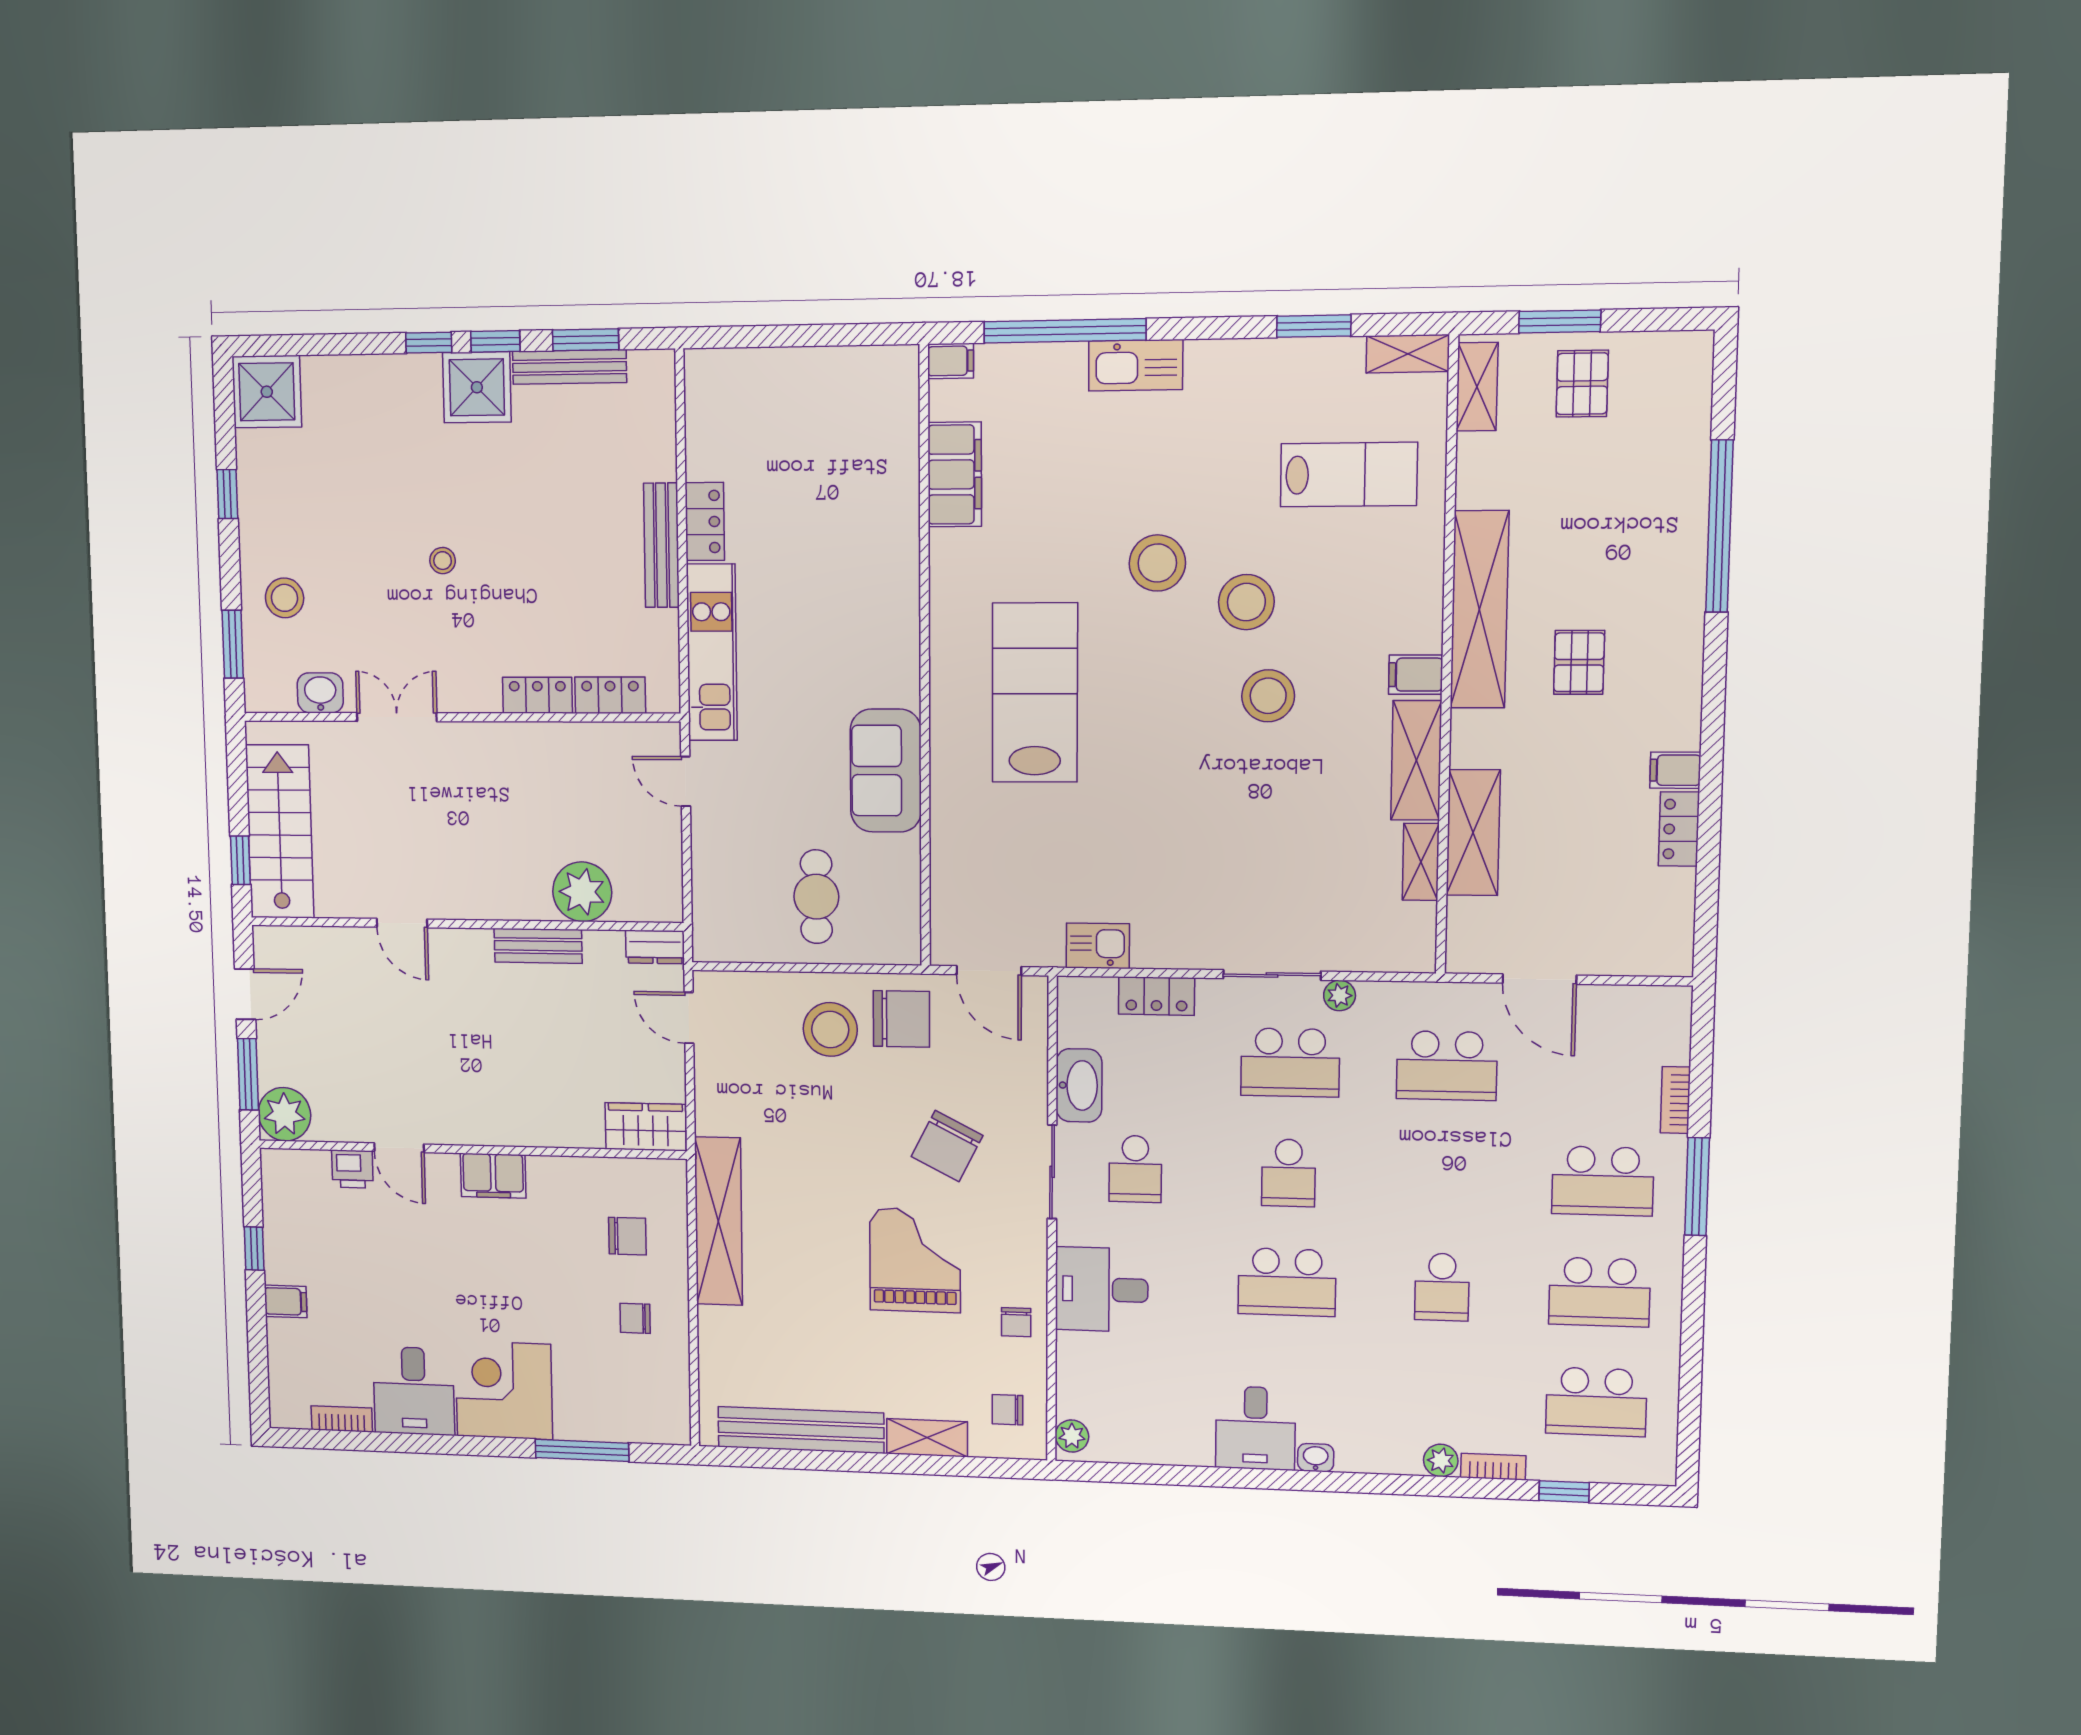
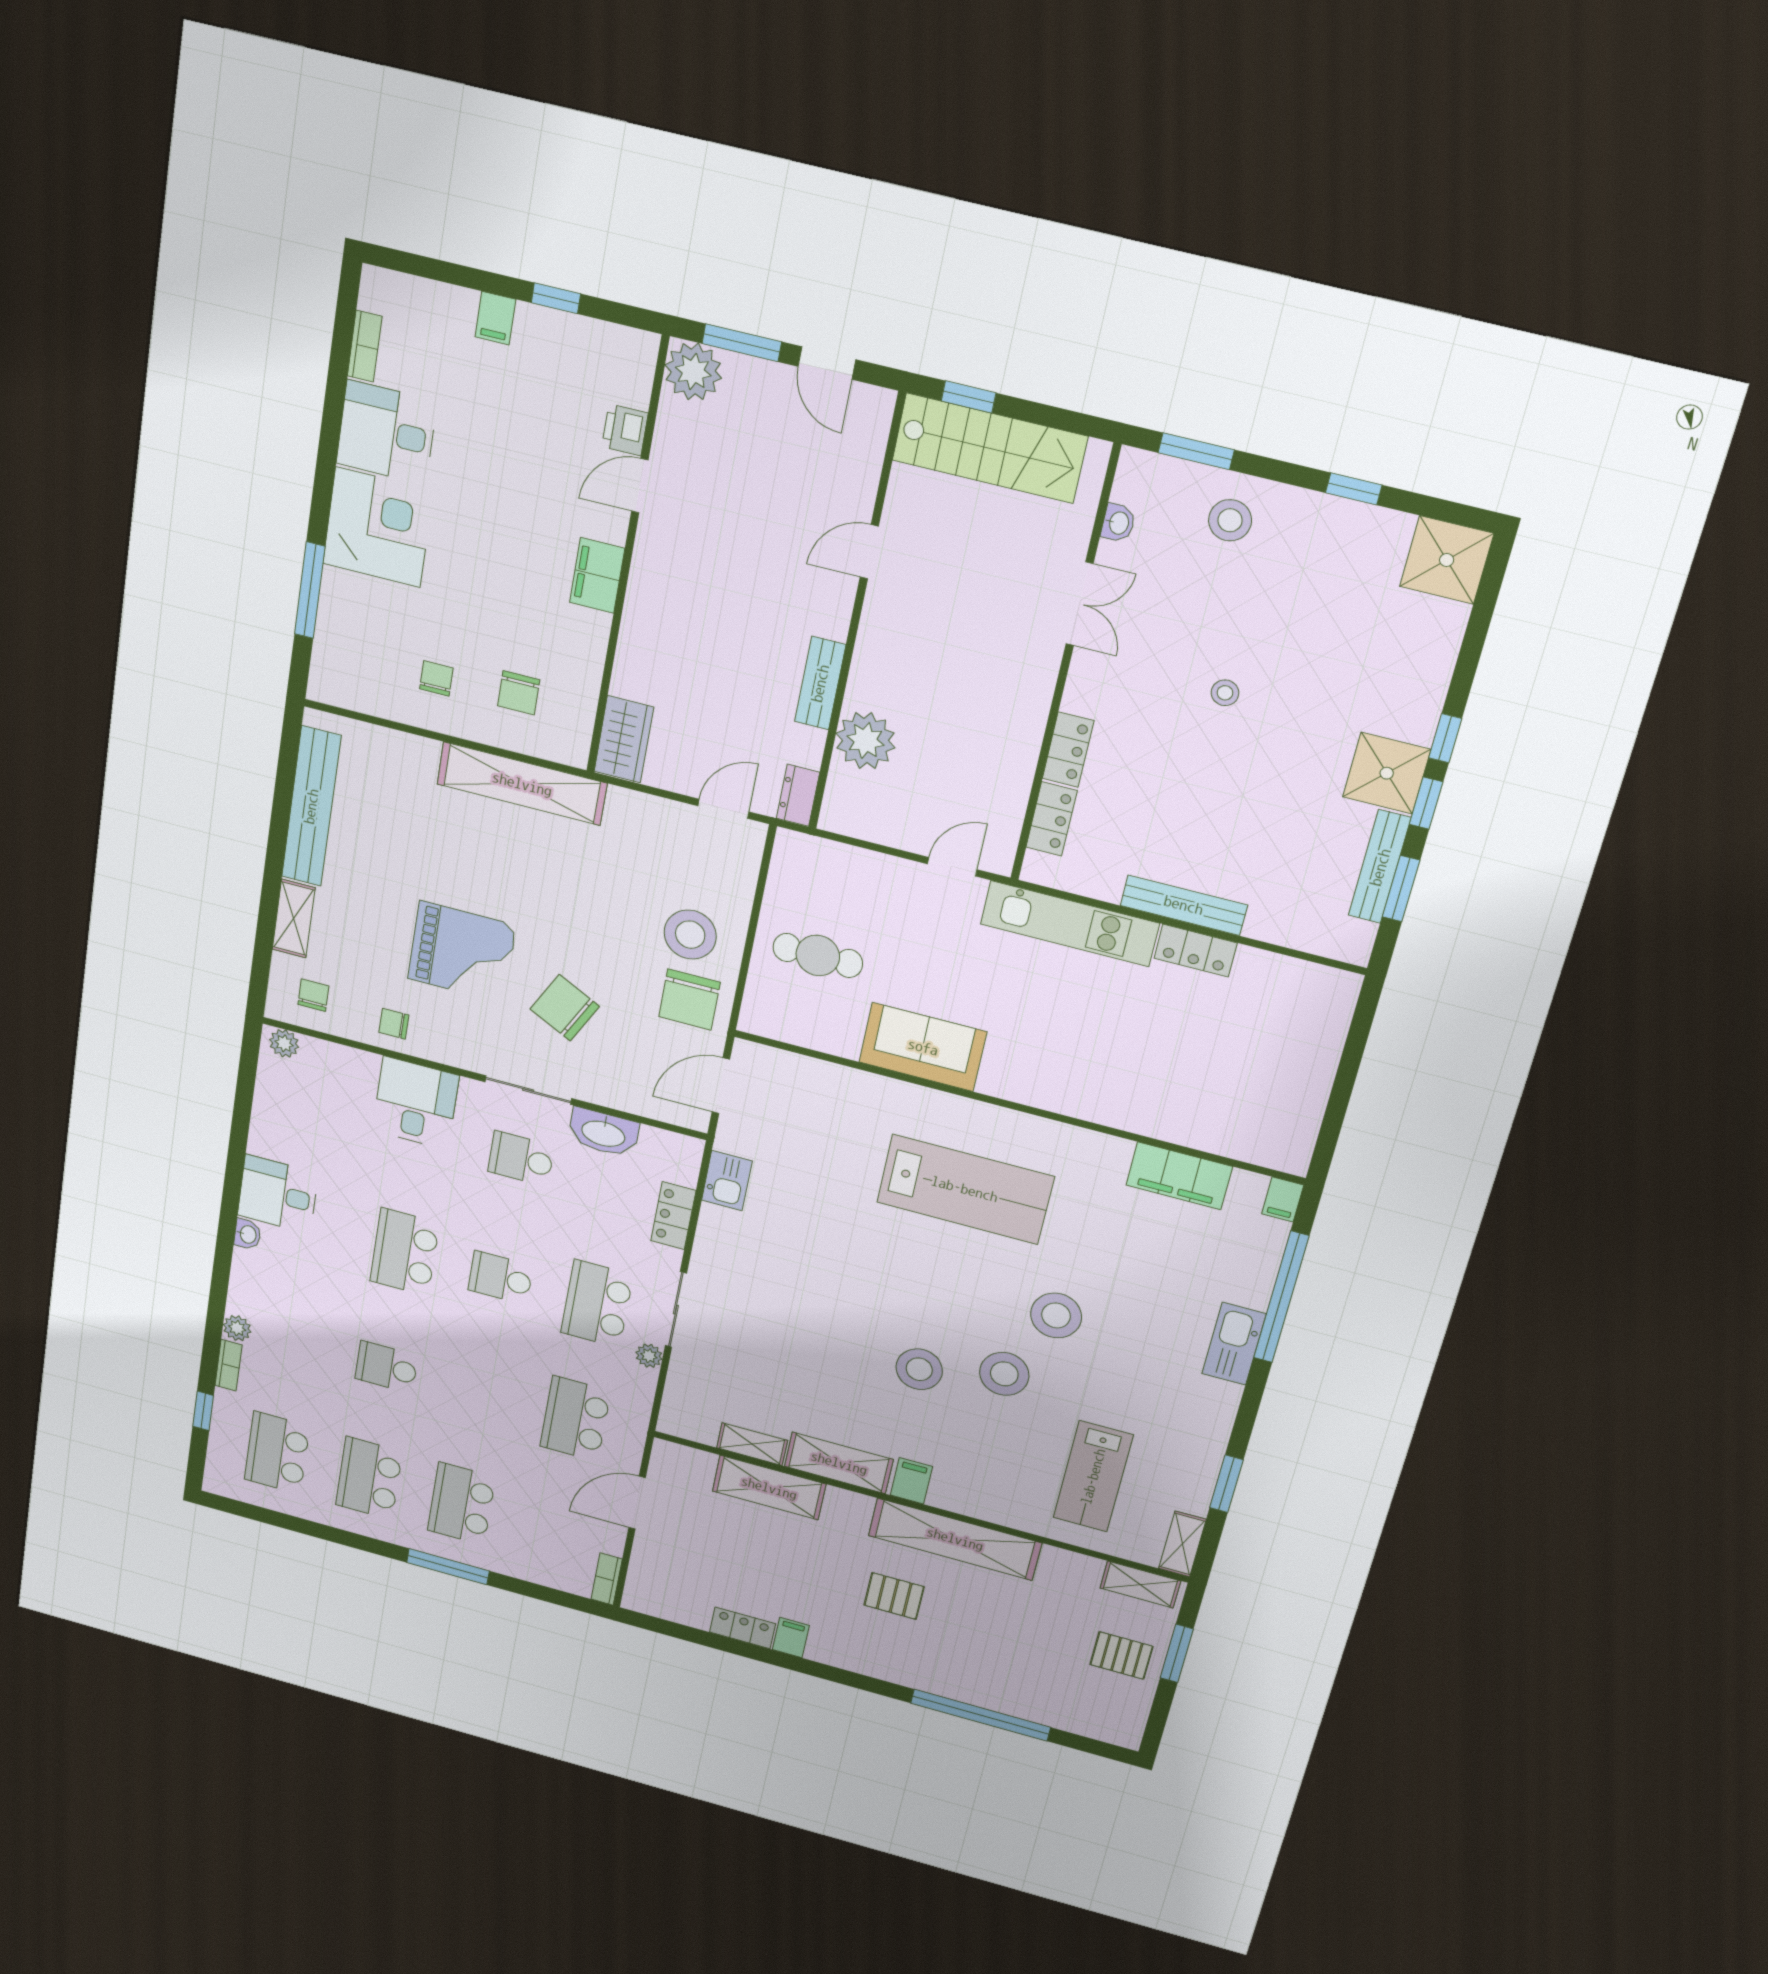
washbasin: (320, 693) -> (1118, 523), width x0.72, depth x0.69
bookcase: (1675, 1100) -> (607, 1579), moved, turned -90

